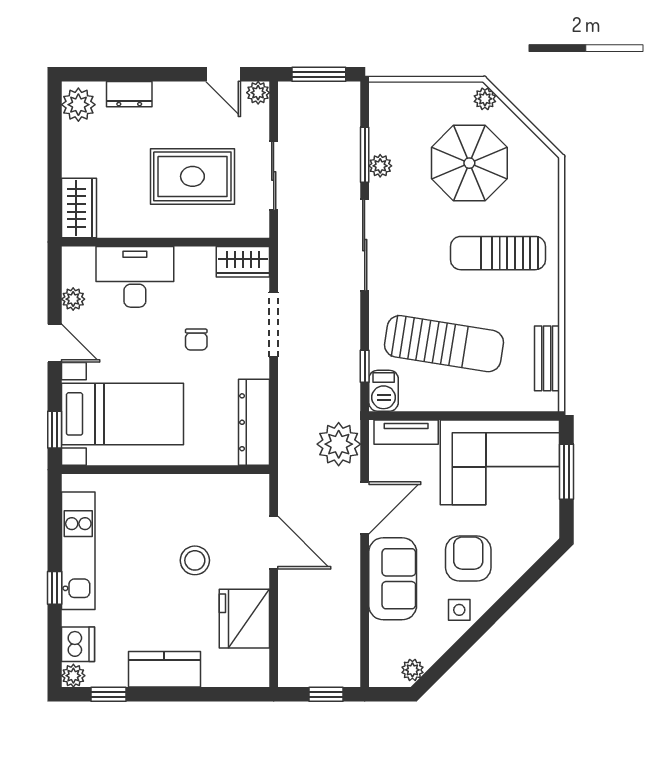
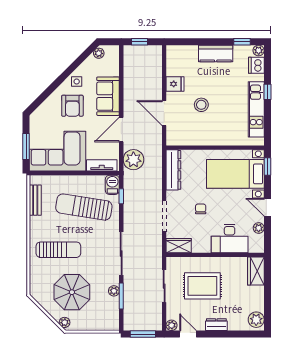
dresser: (129, 94) -> (216, 325), moved
fridge: (244, 619) -> (175, 84), width x0.53, depth x0.75

